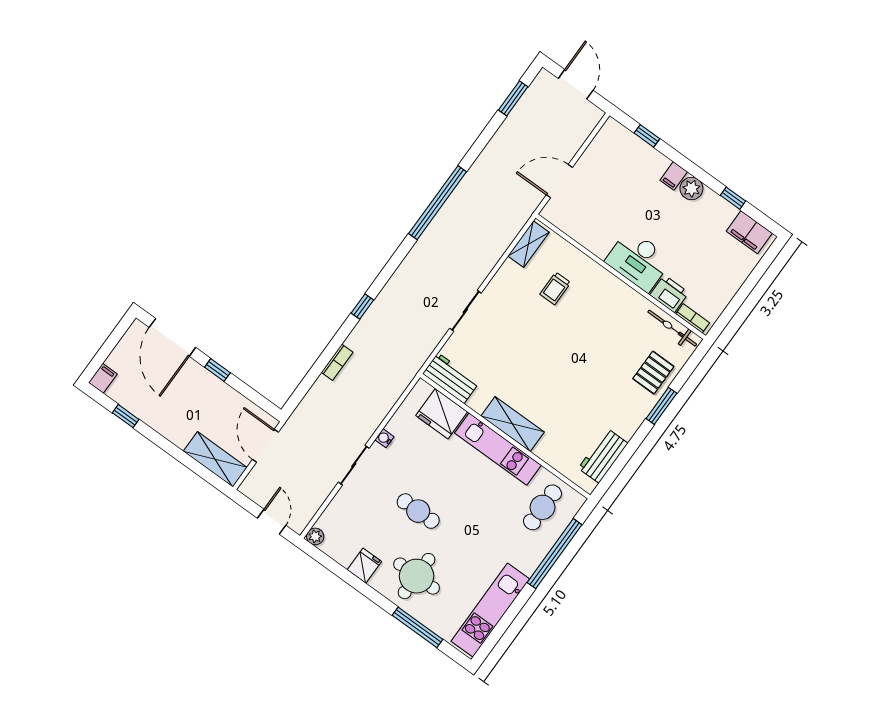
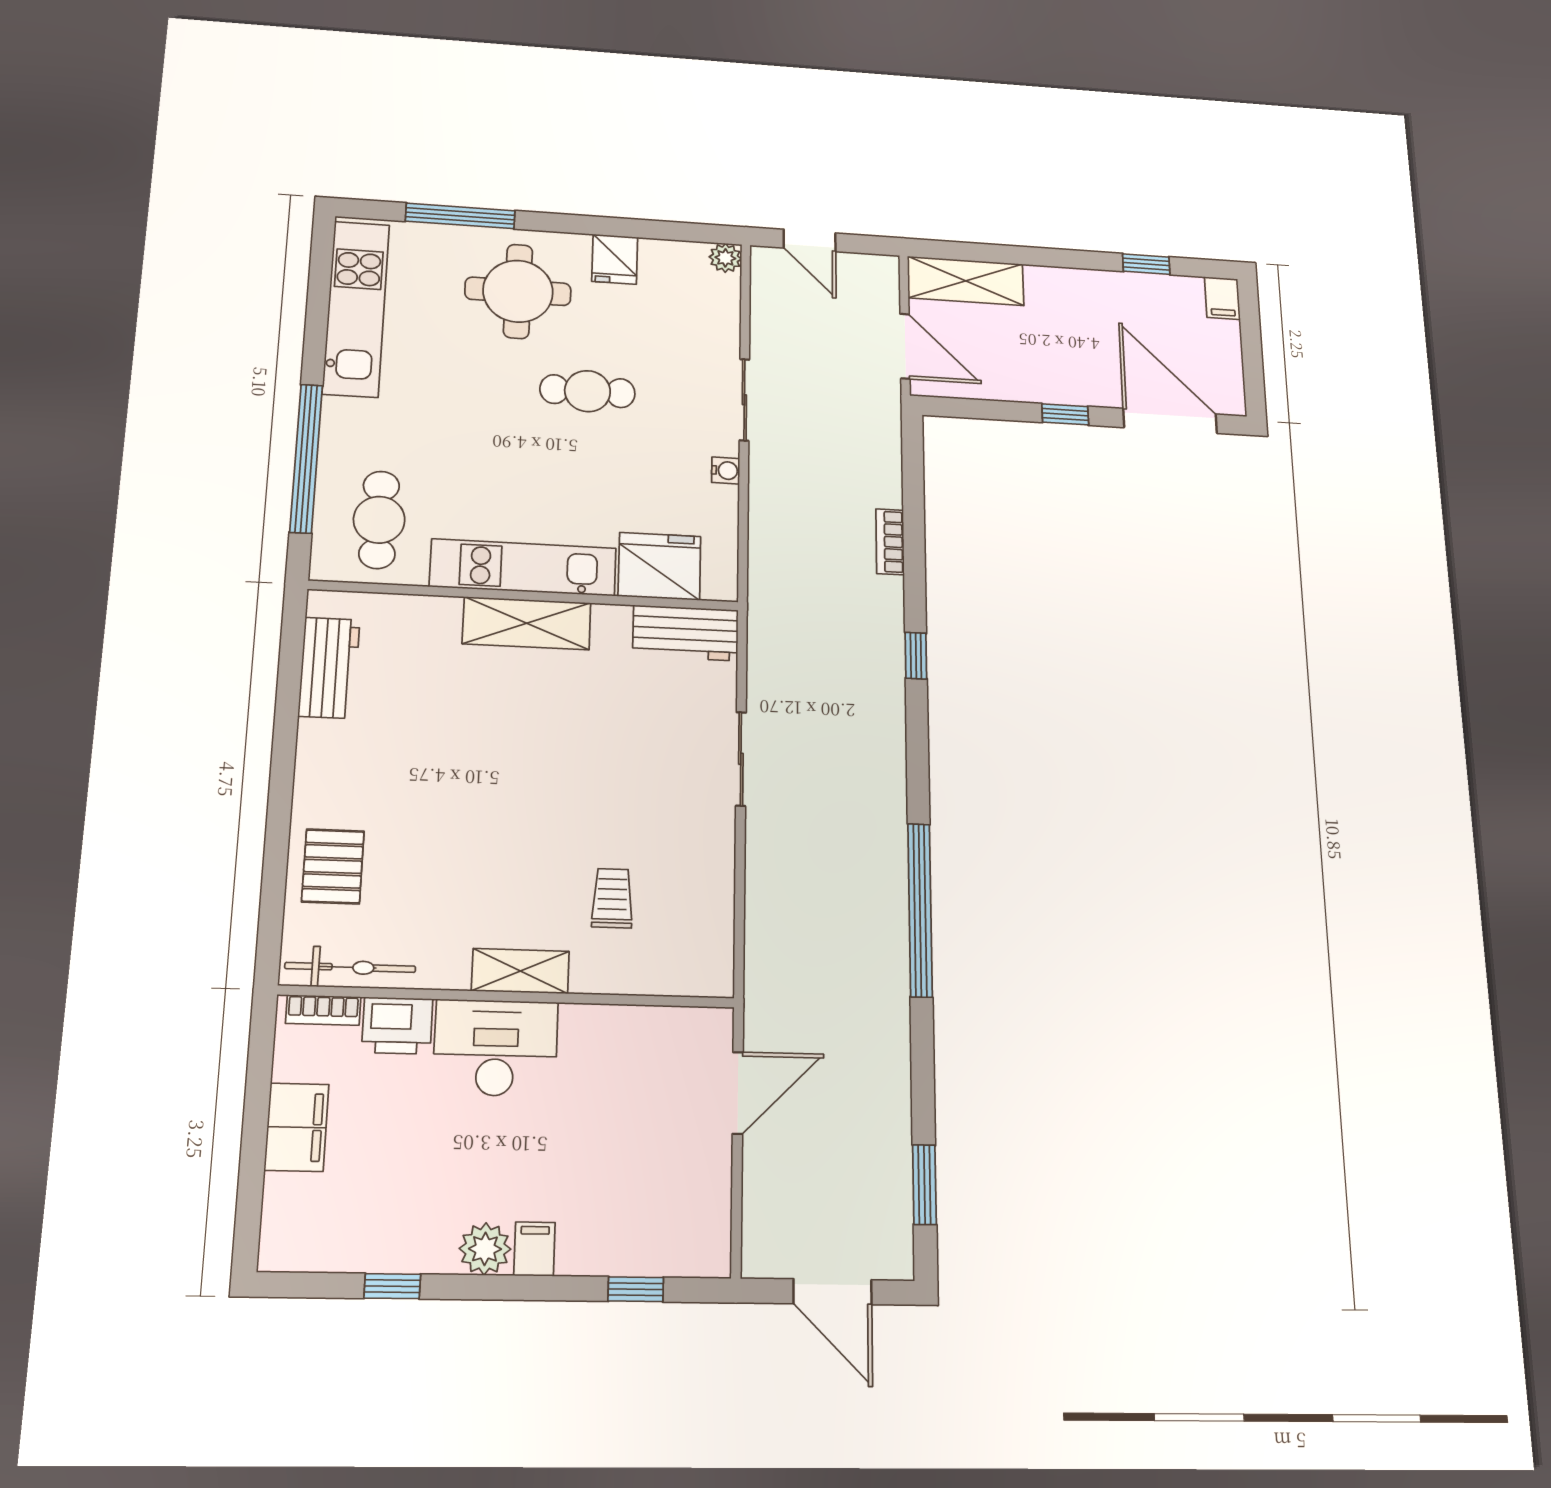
filing cabinet: (749, 232) -> (297, 1127), moved, turned 90
shelving: (528, 244) -> (520, 971), moved, turned 90
window: (661, 406) -> (279, 818), removed

